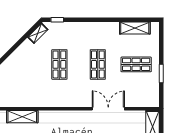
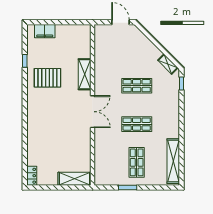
shelving: (135, 28) -> (173, 161), width x1.47
double door: (108, 109) -> (92, 112), moved
shelving: (22, 117) -> (85, 74), moved

